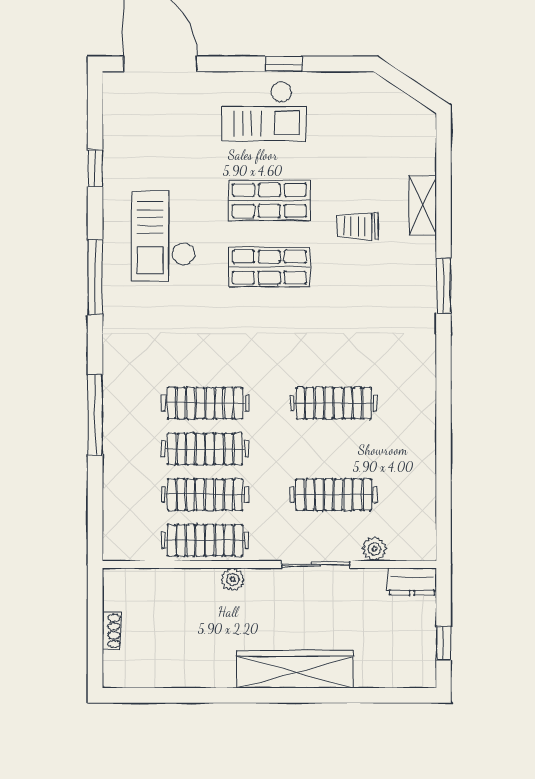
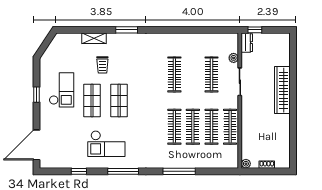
checkout: (264, 111) -> (61, 90), moved
plant: (233, 579) -> (246, 164), moved
window: (444, 643) -> (255, 30), moved

